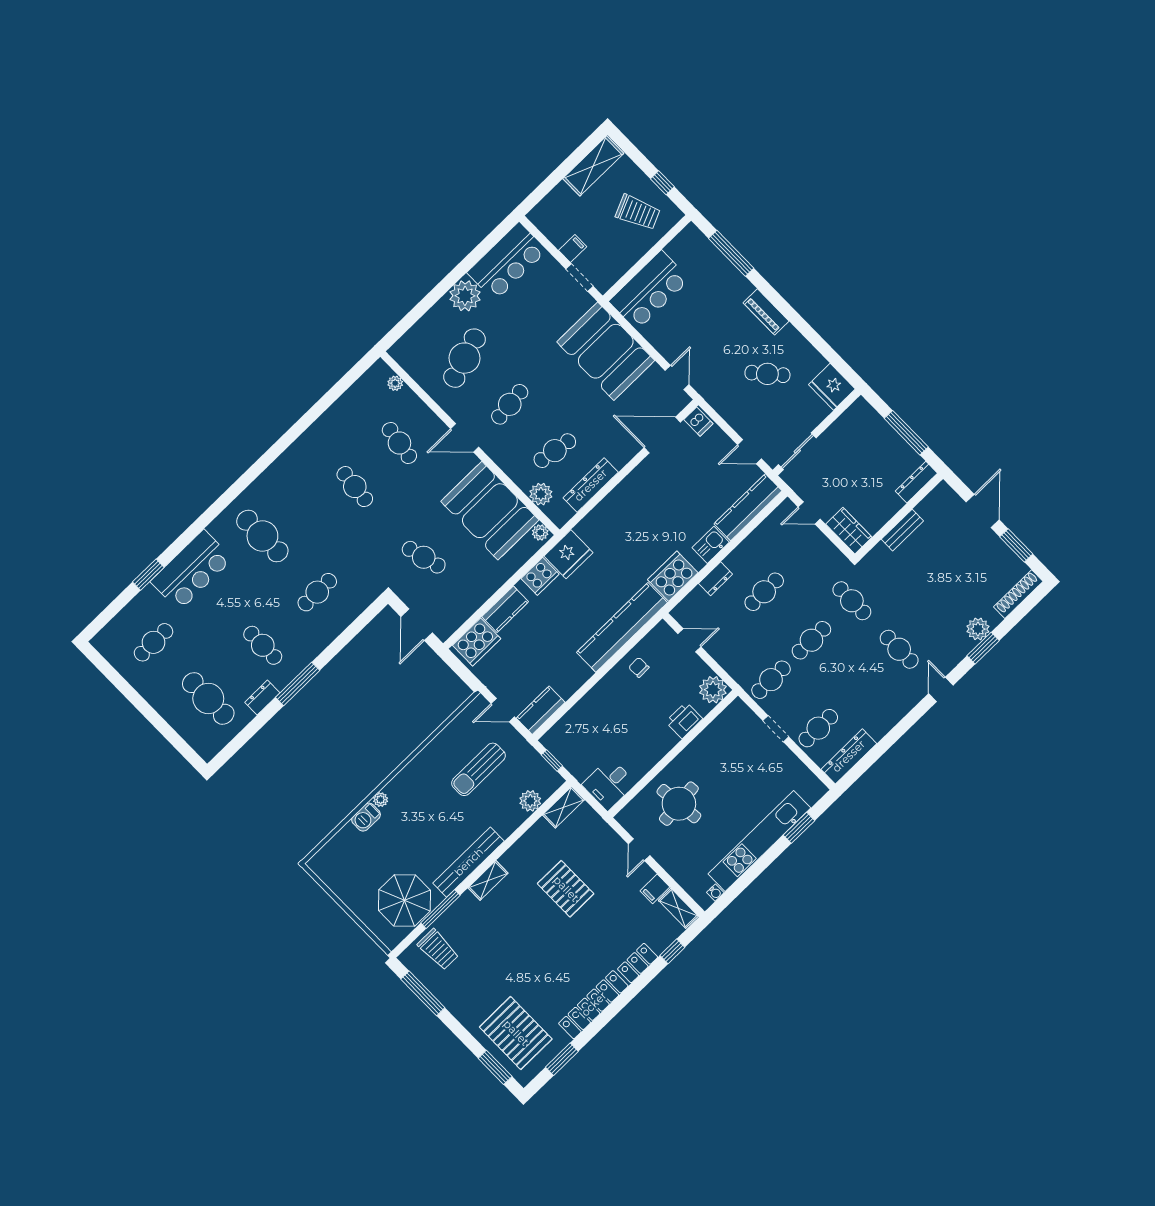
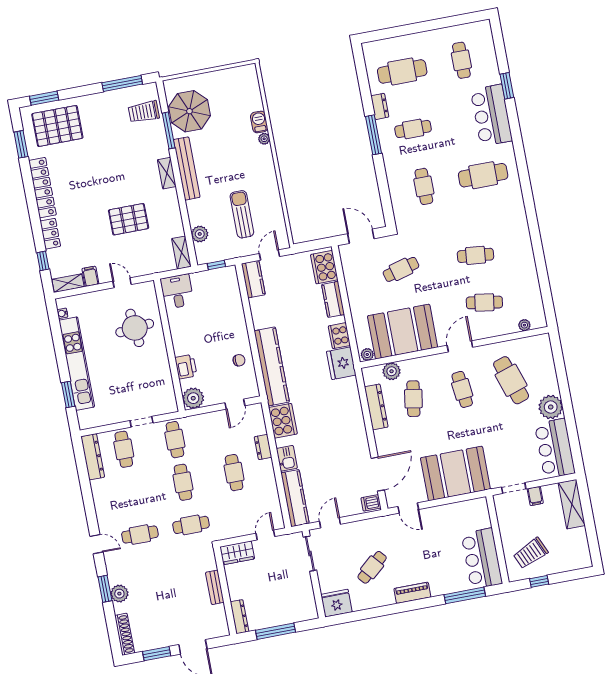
shelving: (593, 166) -> (572, 504), moved
bar counter: (649, 290) -> (482, 558), moved

